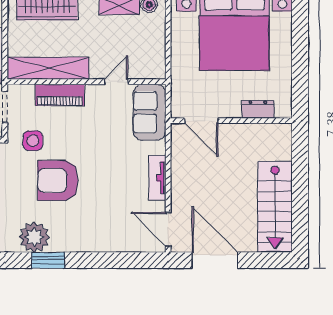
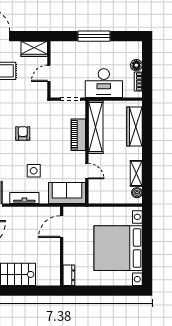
dresser: (258, 109) -> (69, 275), moved
side table: (33, 141) -> (34, 171), moved
armchair: (58, 180) -> (23, 133), width x0.53, depth x0.53

